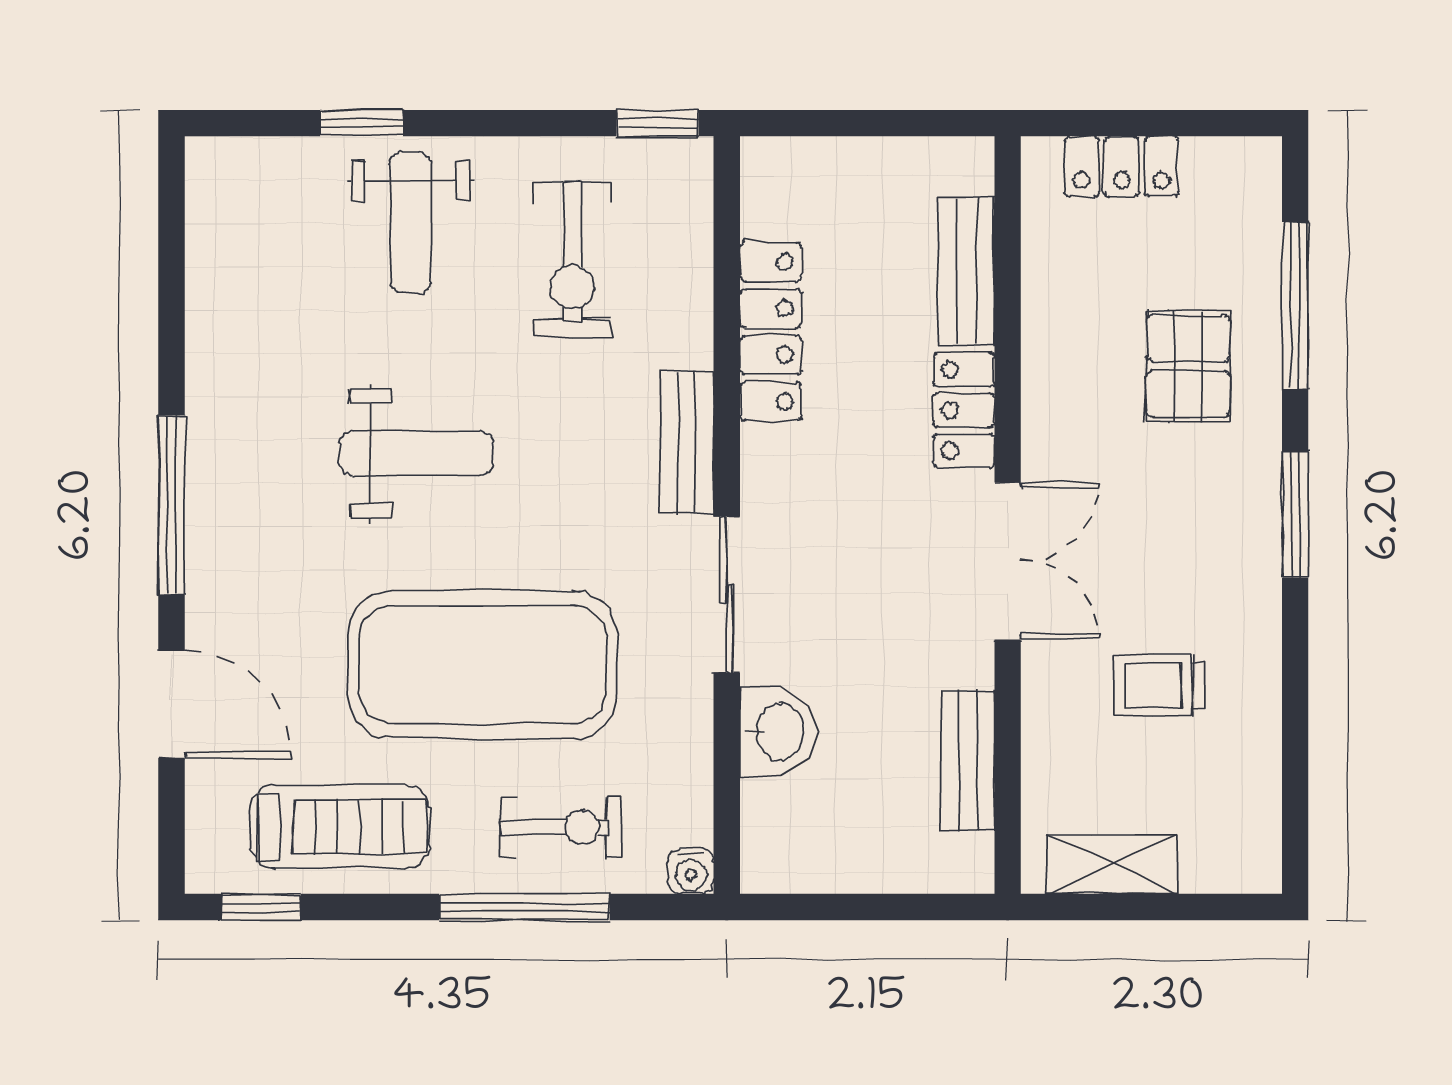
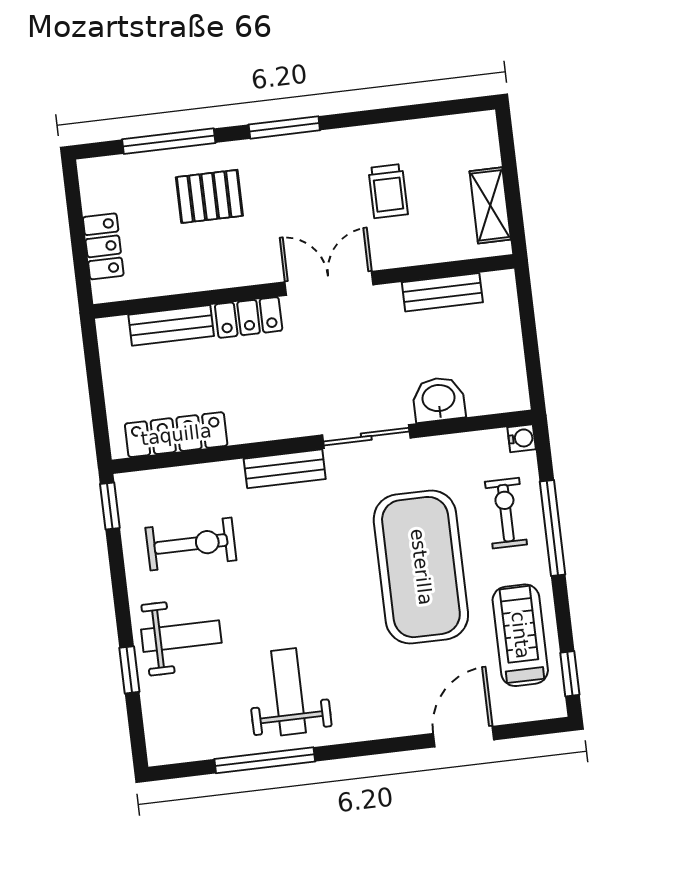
locker: (771, 332) -> (176, 435), moved
weight bench: (416, 454) -> (288, 692), moved
window: (171, 505) -> (265, 760), moved

